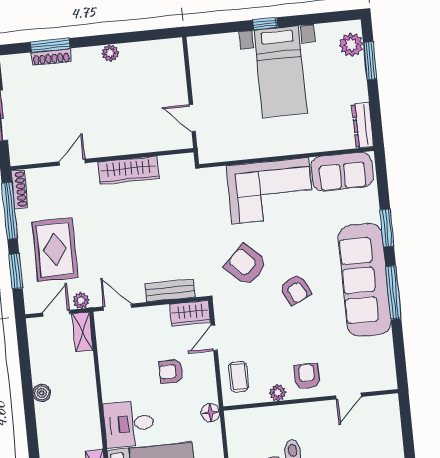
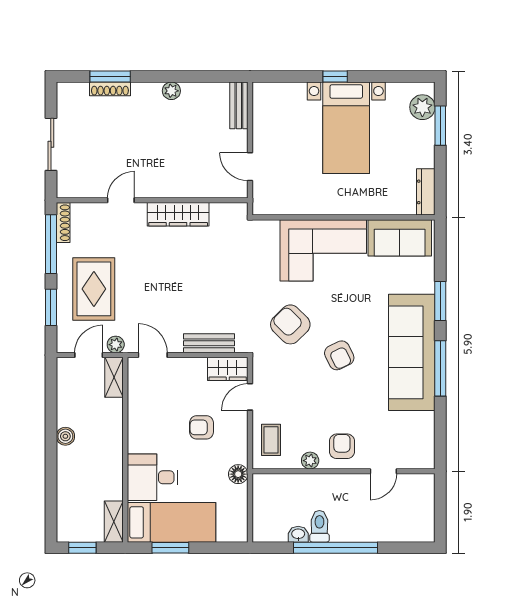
bench: (176, 60) -> (239, 105), added

